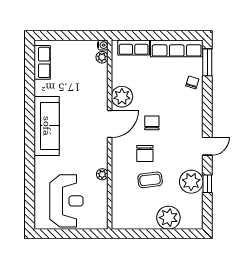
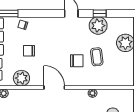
plant: (122, 97) -> (21, 78), moved
chair: (152, 123) -> (29, 51), moved

